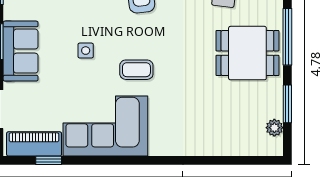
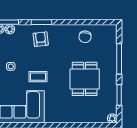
dining table: (247, 53) -> (85, 79), moved, turned 90
plant: (274, 128) -> (112, 118), moved

